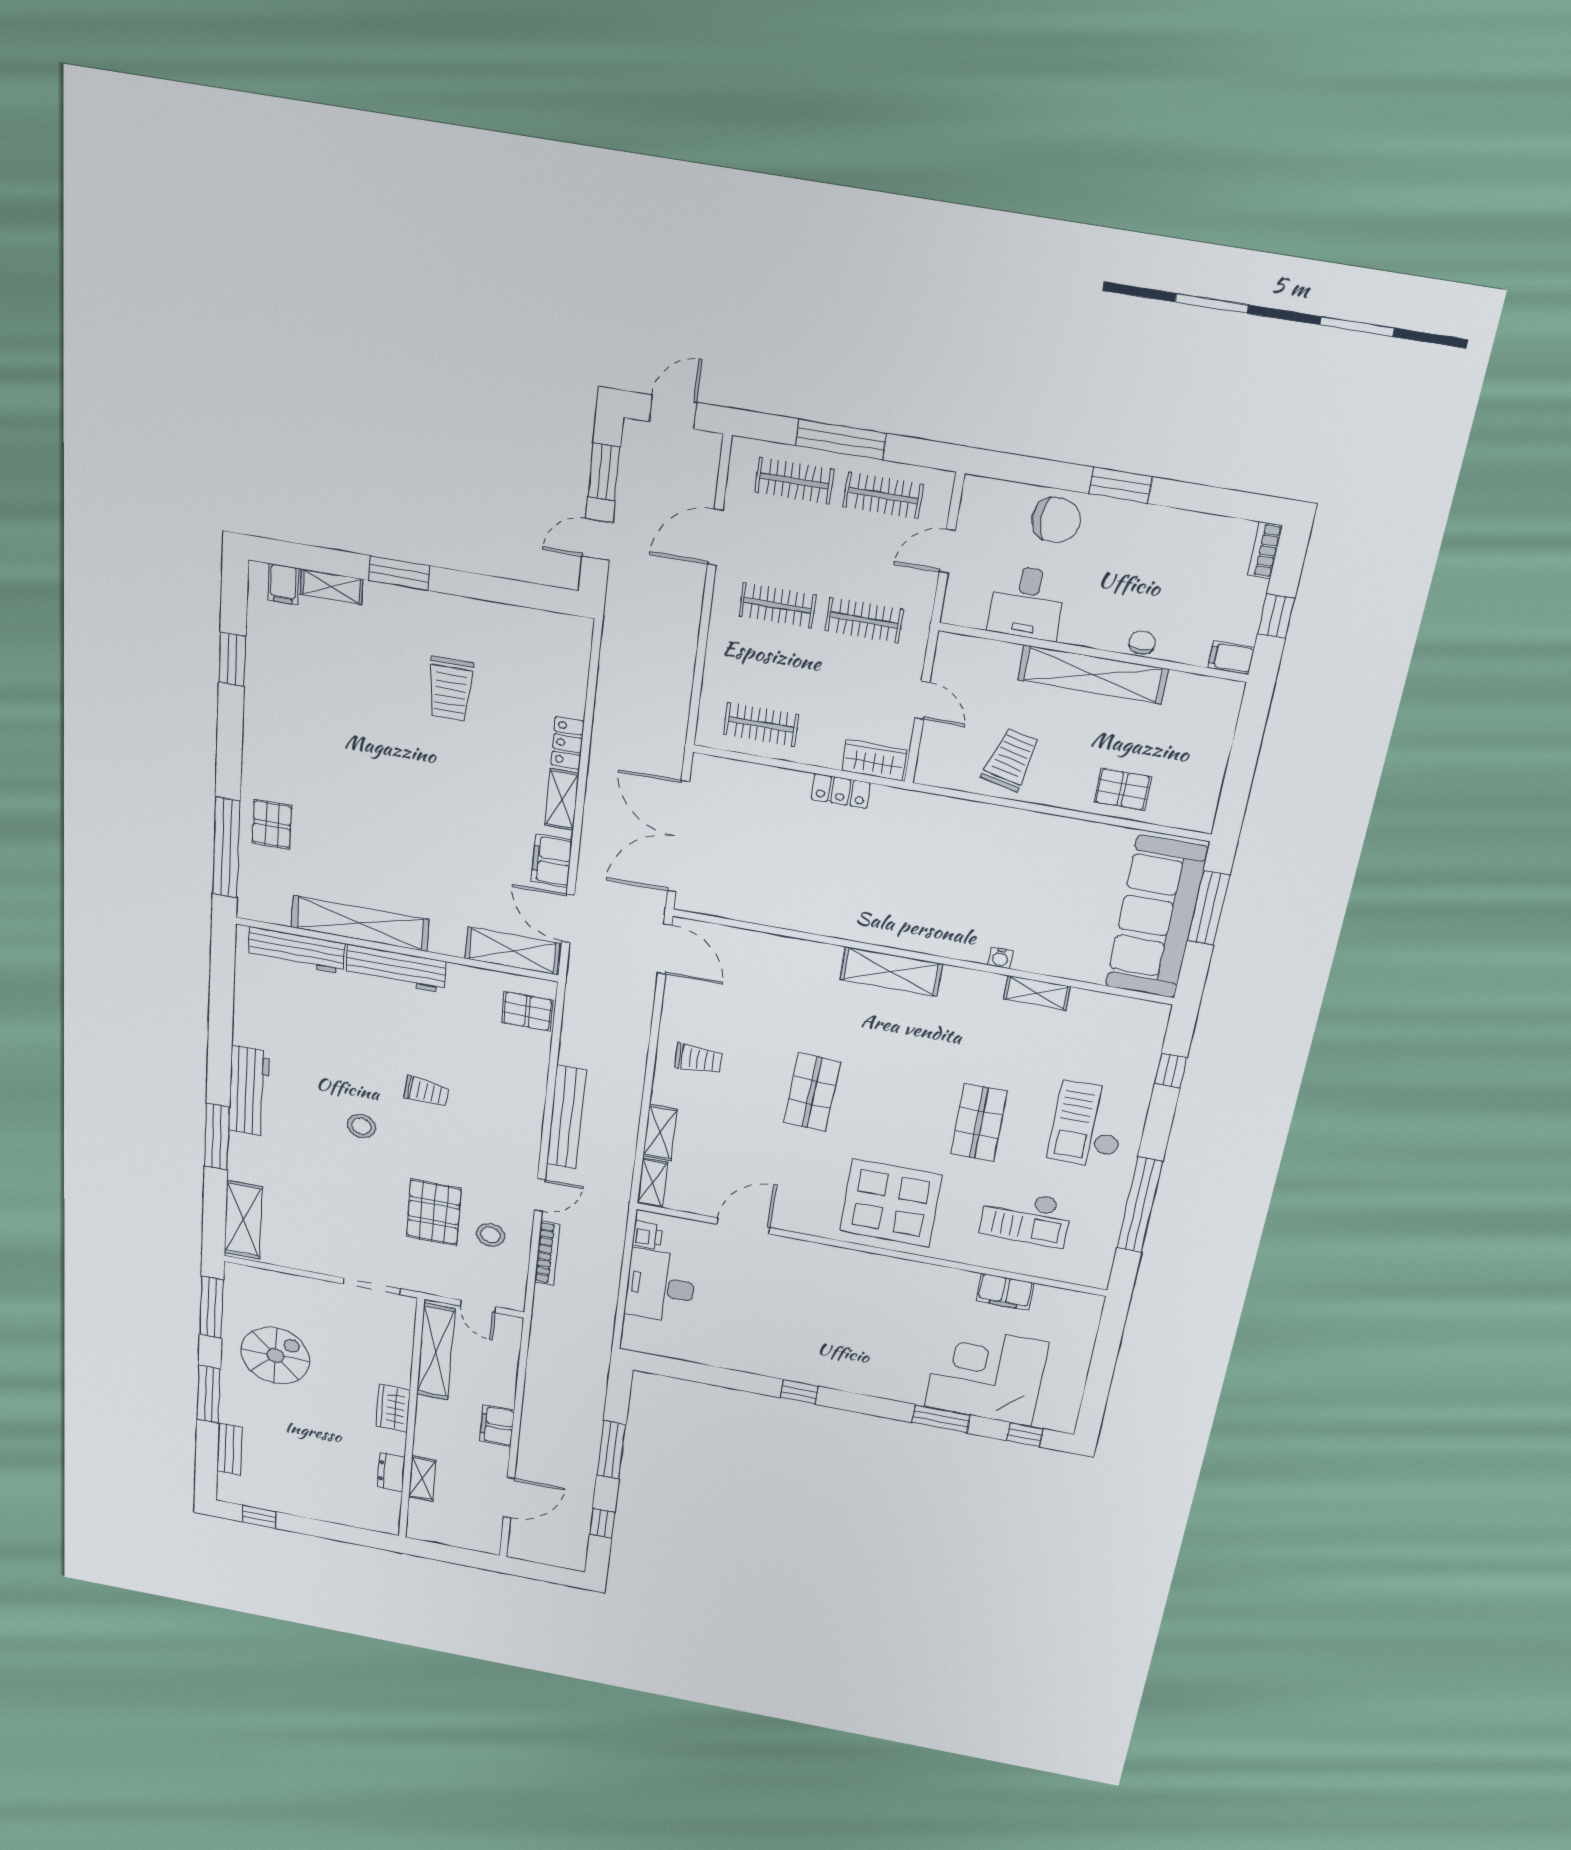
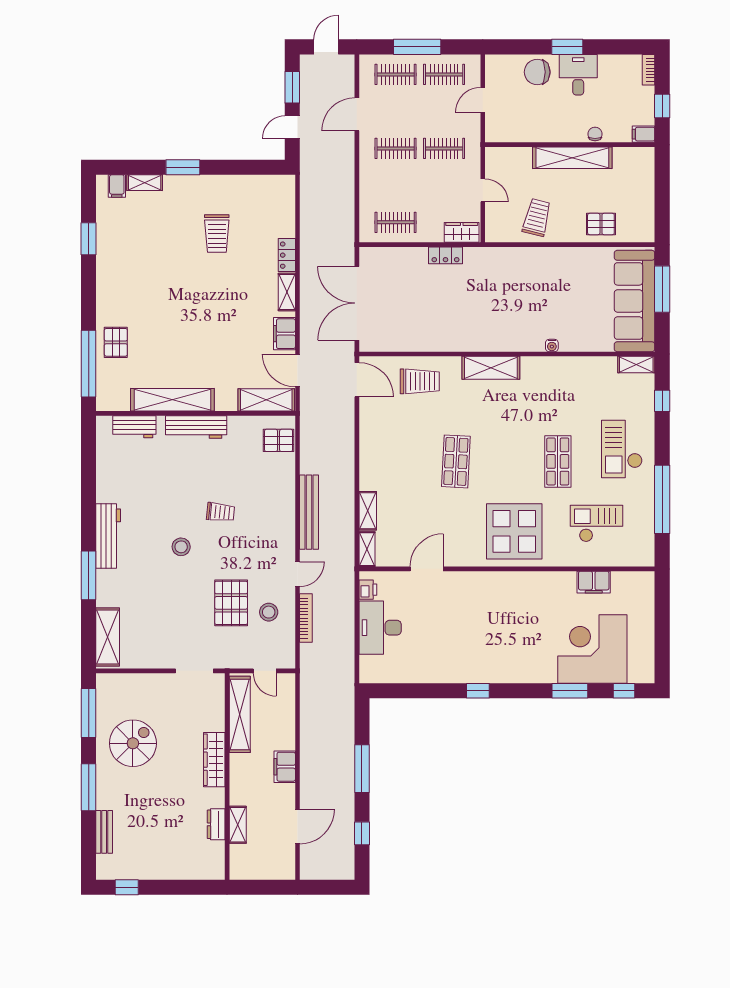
chair: (1056, 520) -> (537, 72), turned 180
desk: (1027, 603) -> (578, 75), moved, turned 180
workbench: (297, 950) -> (134, 427), width x0.73
shelving: (1037, 993) -> (636, 365), moved
trolley: (698, 1059) -> (420, 381), moved, width x1.36, depth x1.39
checkout: (1025, 1217) -> (596, 524), turned 180
wardrobe: (393, 1408) -> (214, 760), width x1.50

